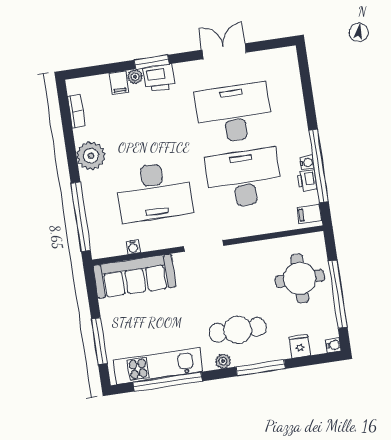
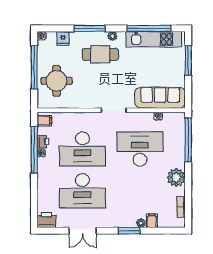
printer: (159, 78) -> (46, 220), moved

